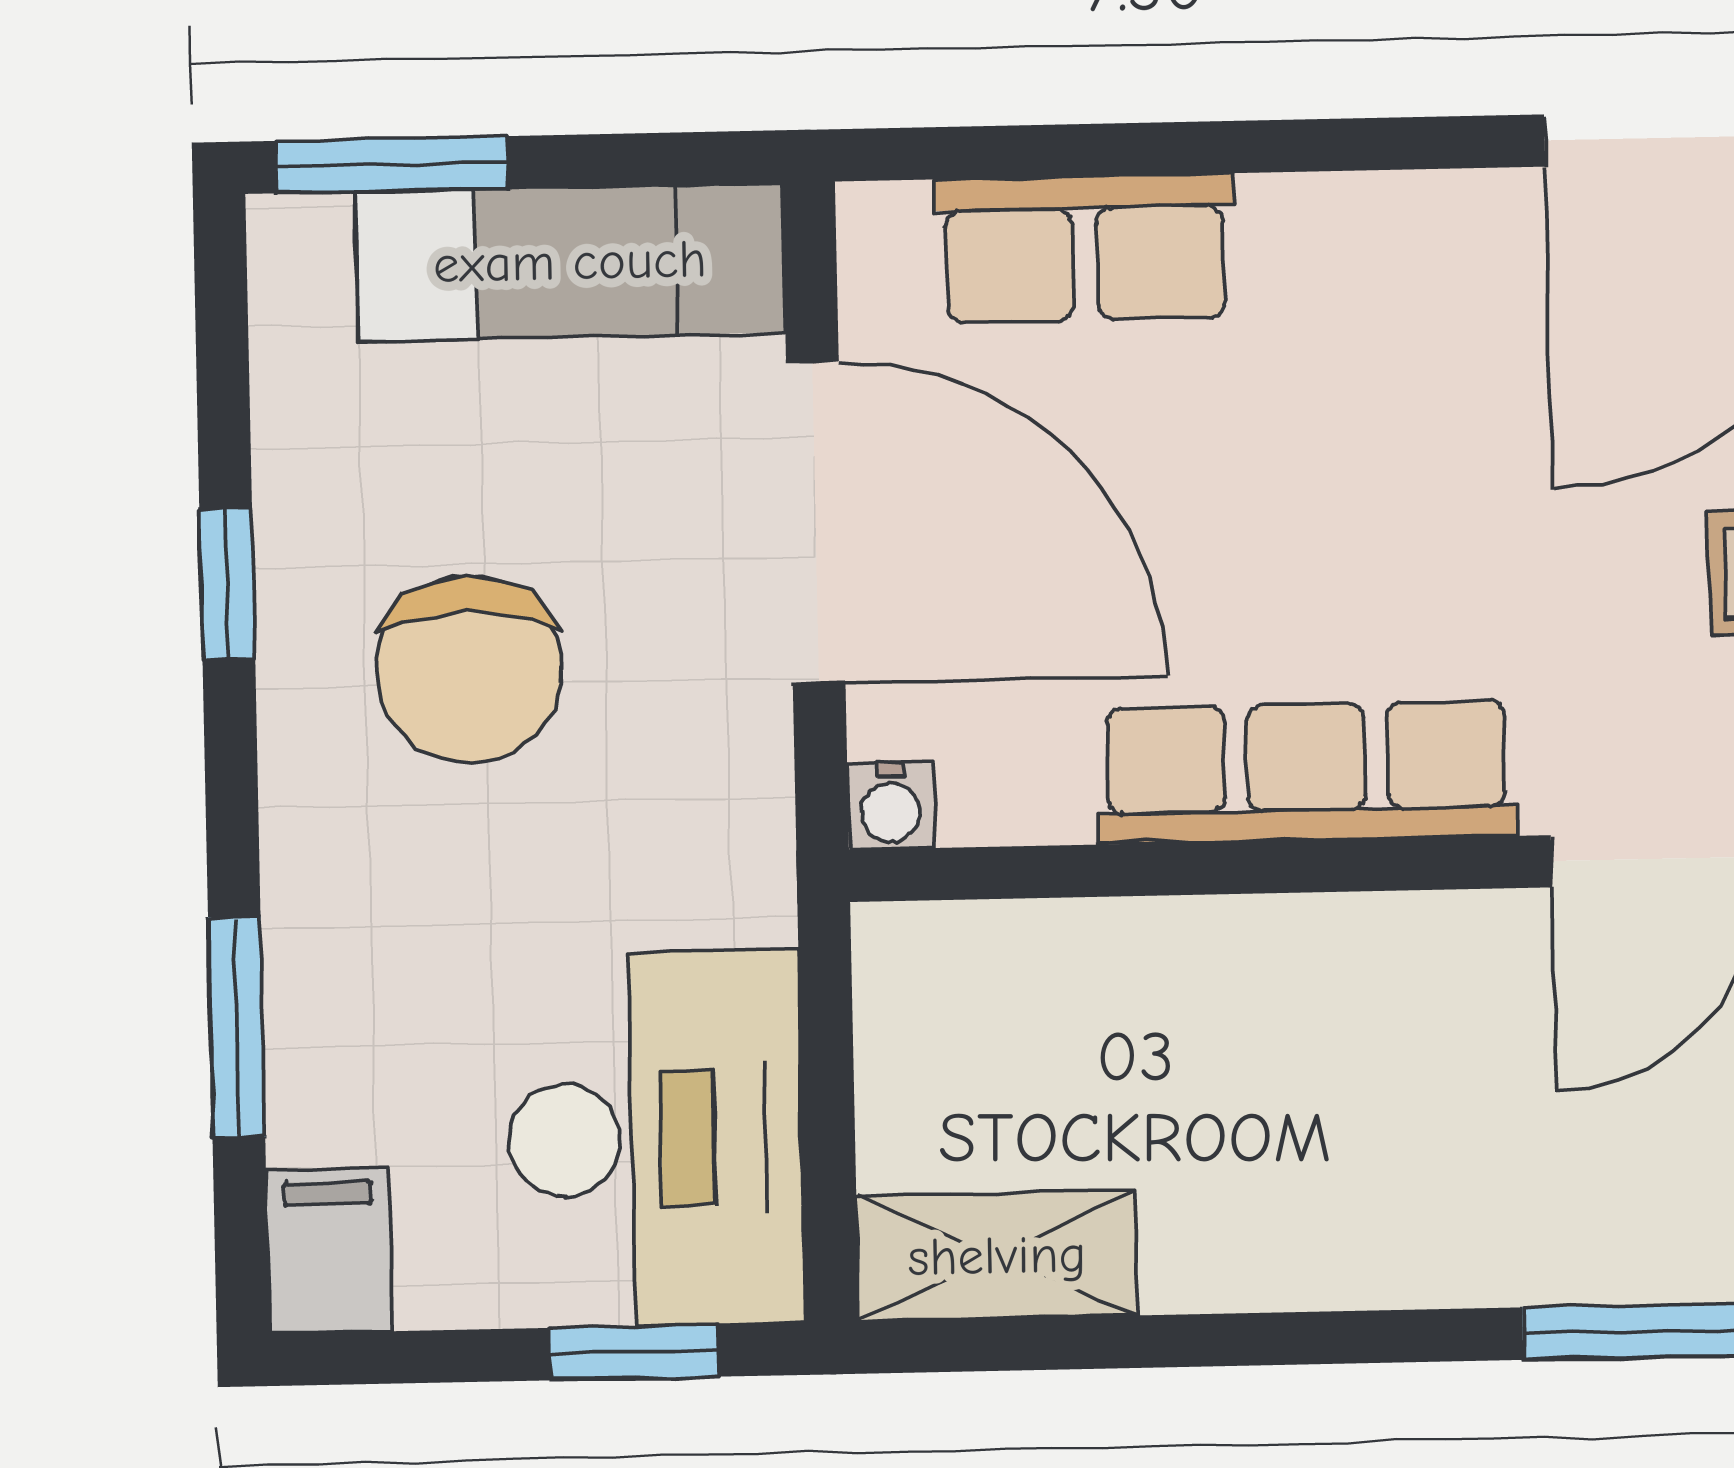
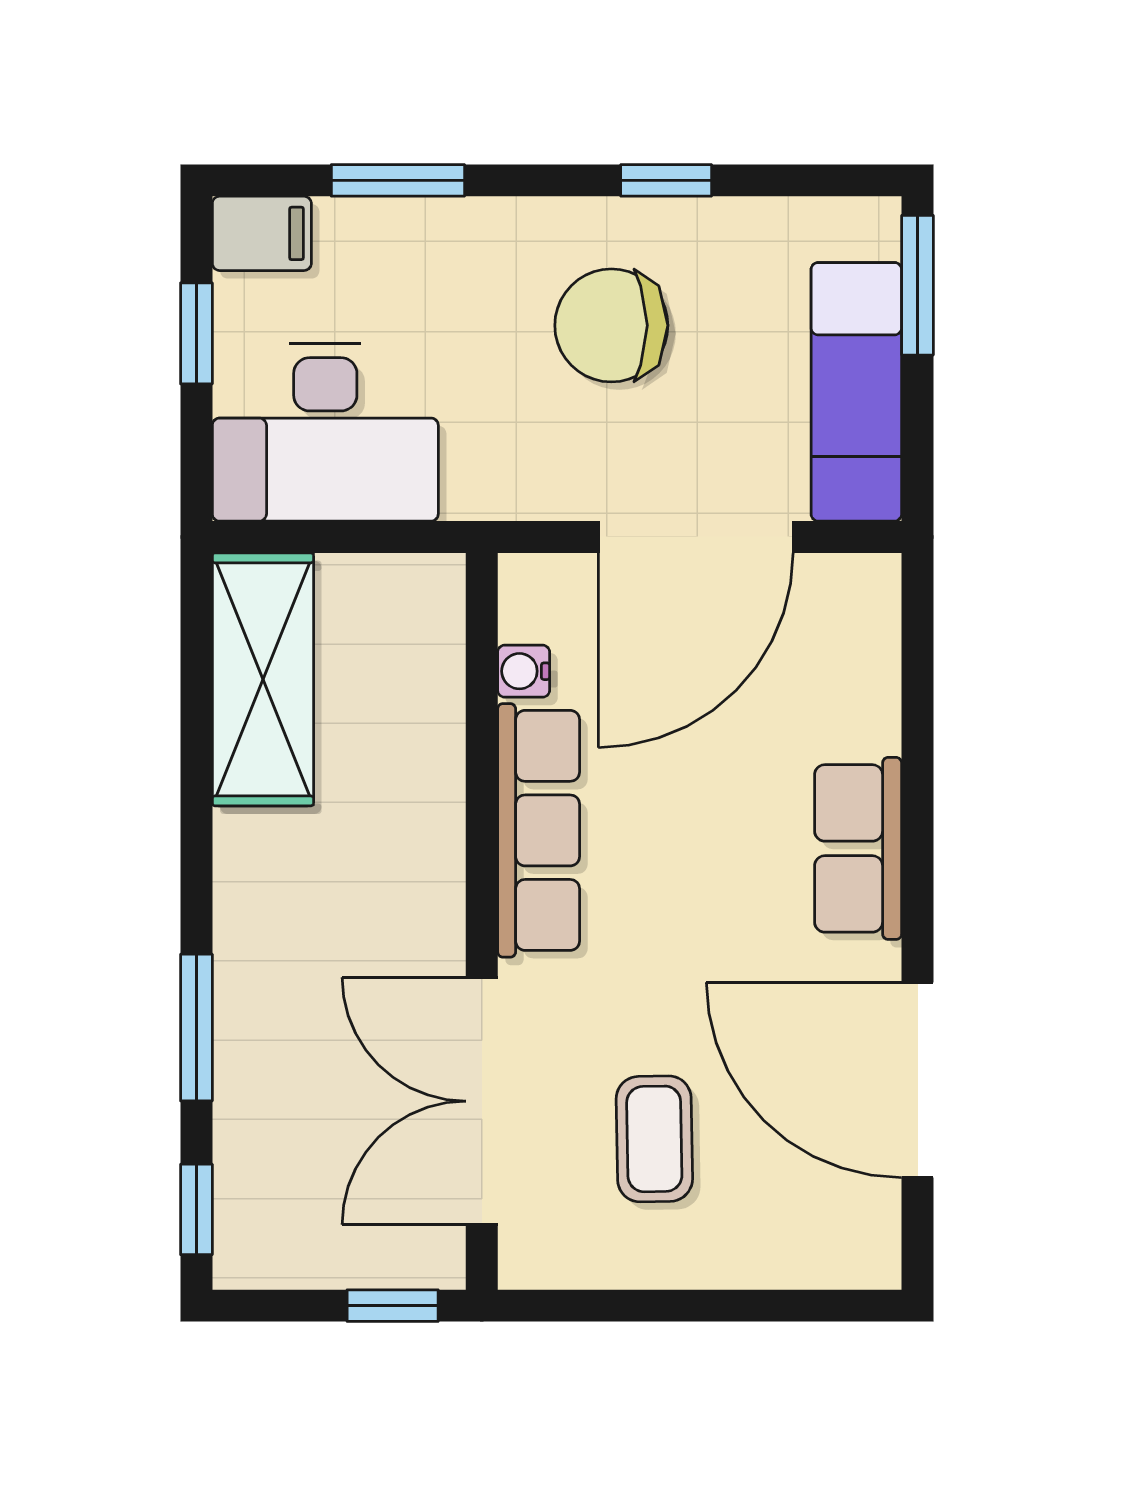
row of seats: (1085, 248) -> (858, 848), moved
water cooler: (891, 806) -> (524, 671), moved
shelving: (997, 1256) -> (263, 679), width x1.50, depth x1.33
window: (634, 1352) -> (196, 333), moved

